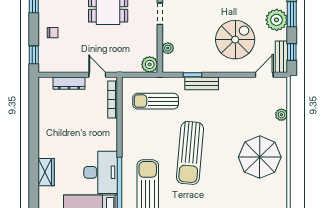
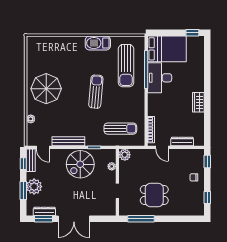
spiral stairs: (235, 40) -> (80, 164), moved
door: (264, 75) -> (43, 147), hinge flipped
bench: (202, 83) -> (68, 141), moved, width x1.36
sun lounger: (190, 153) -> (96, 92), width x0.73, depth x0.75
wardrobe: (46, 172) -> (198, 102), moved

